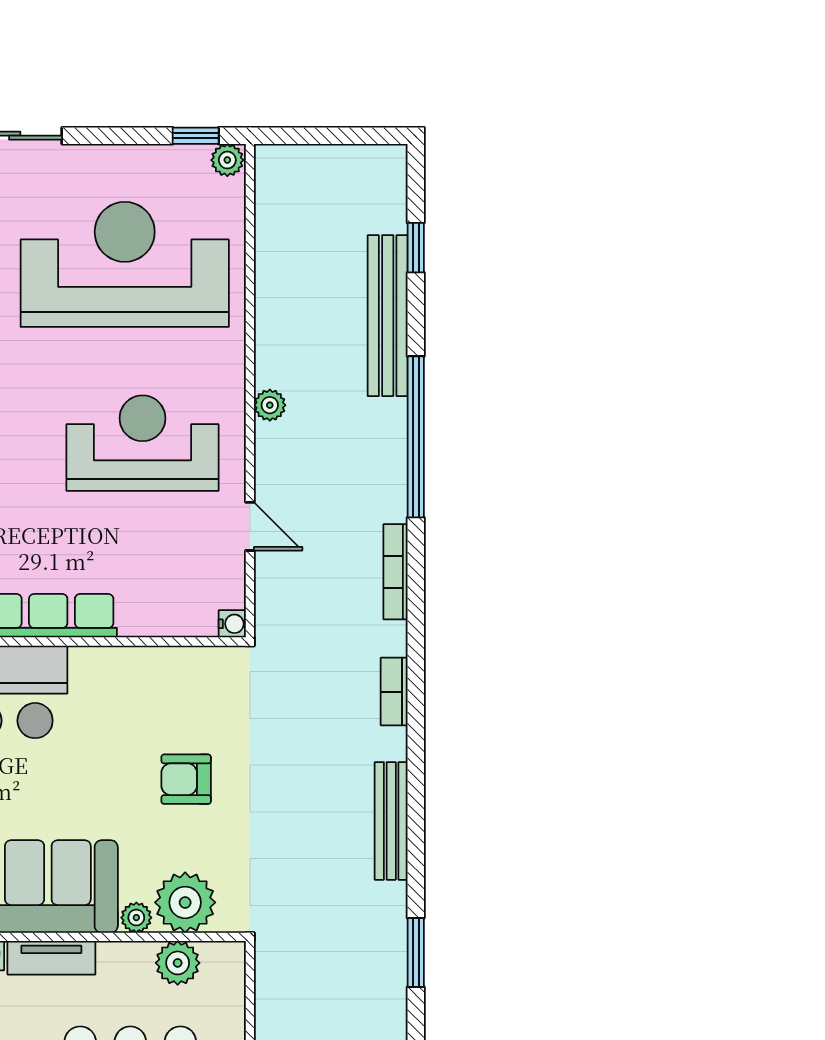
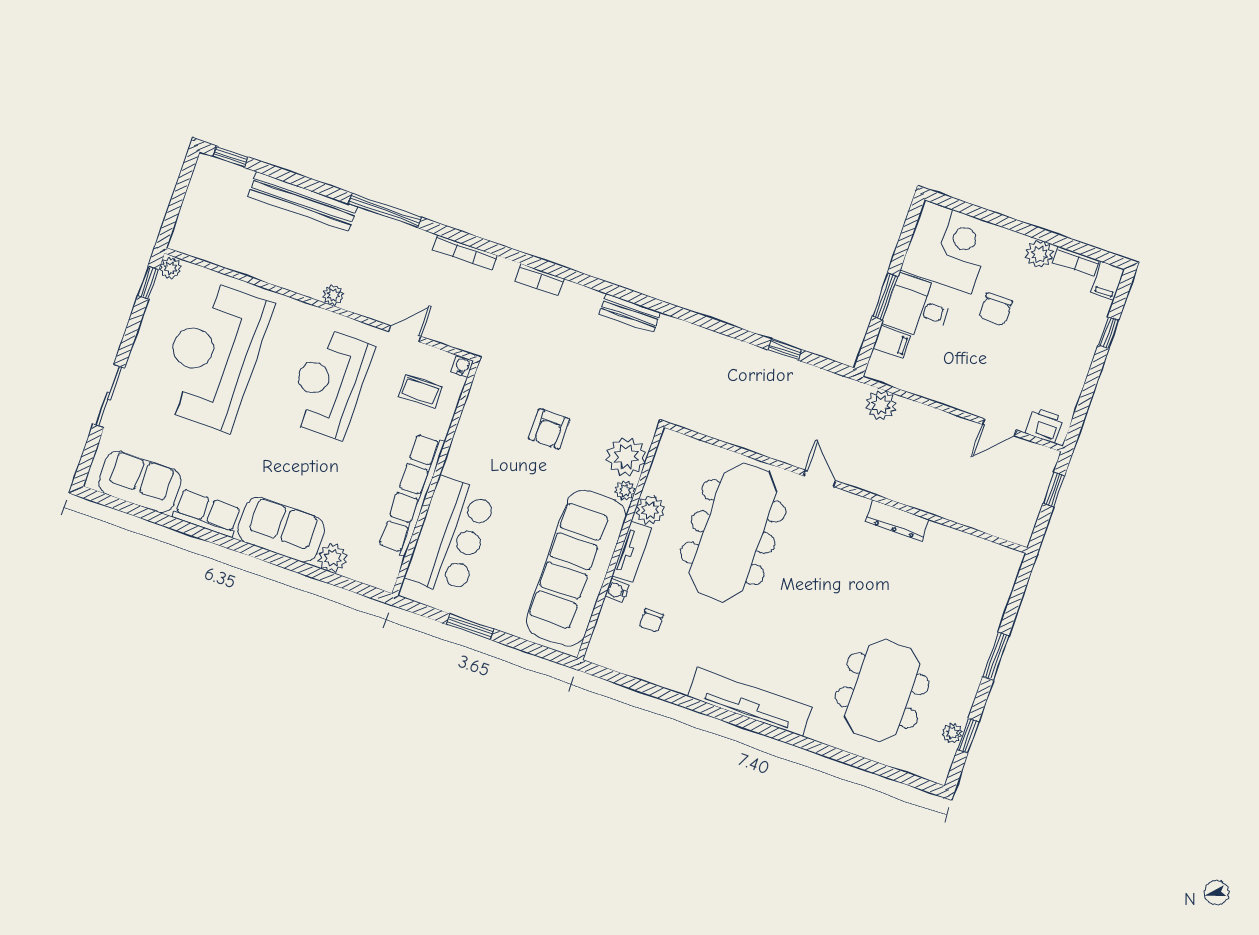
window: (416, 248) -> (231, 157), moved
window: (416, 437) -> (385, 210), width x0.68
coffee table: (176, 577) -> (420, 392), added
bench: (391, 821) -> (630, 313), width x0.73
window: (416, 952) -> (708, 323), removed
plant: (178, 963) -> (650, 510), moved

